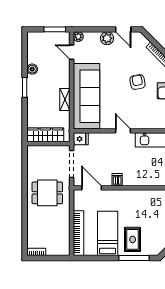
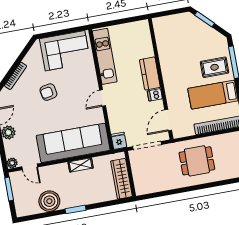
door: (72, 52) -> (30, 167), hinge flipped
boiler: (32, 69) -> (49, 201), width x1.86, depth x1.86
kitchen counter: (138, 179) -> (150, 74), added
dining table: (47, 193) -> (197, 161), moved, turned 90

